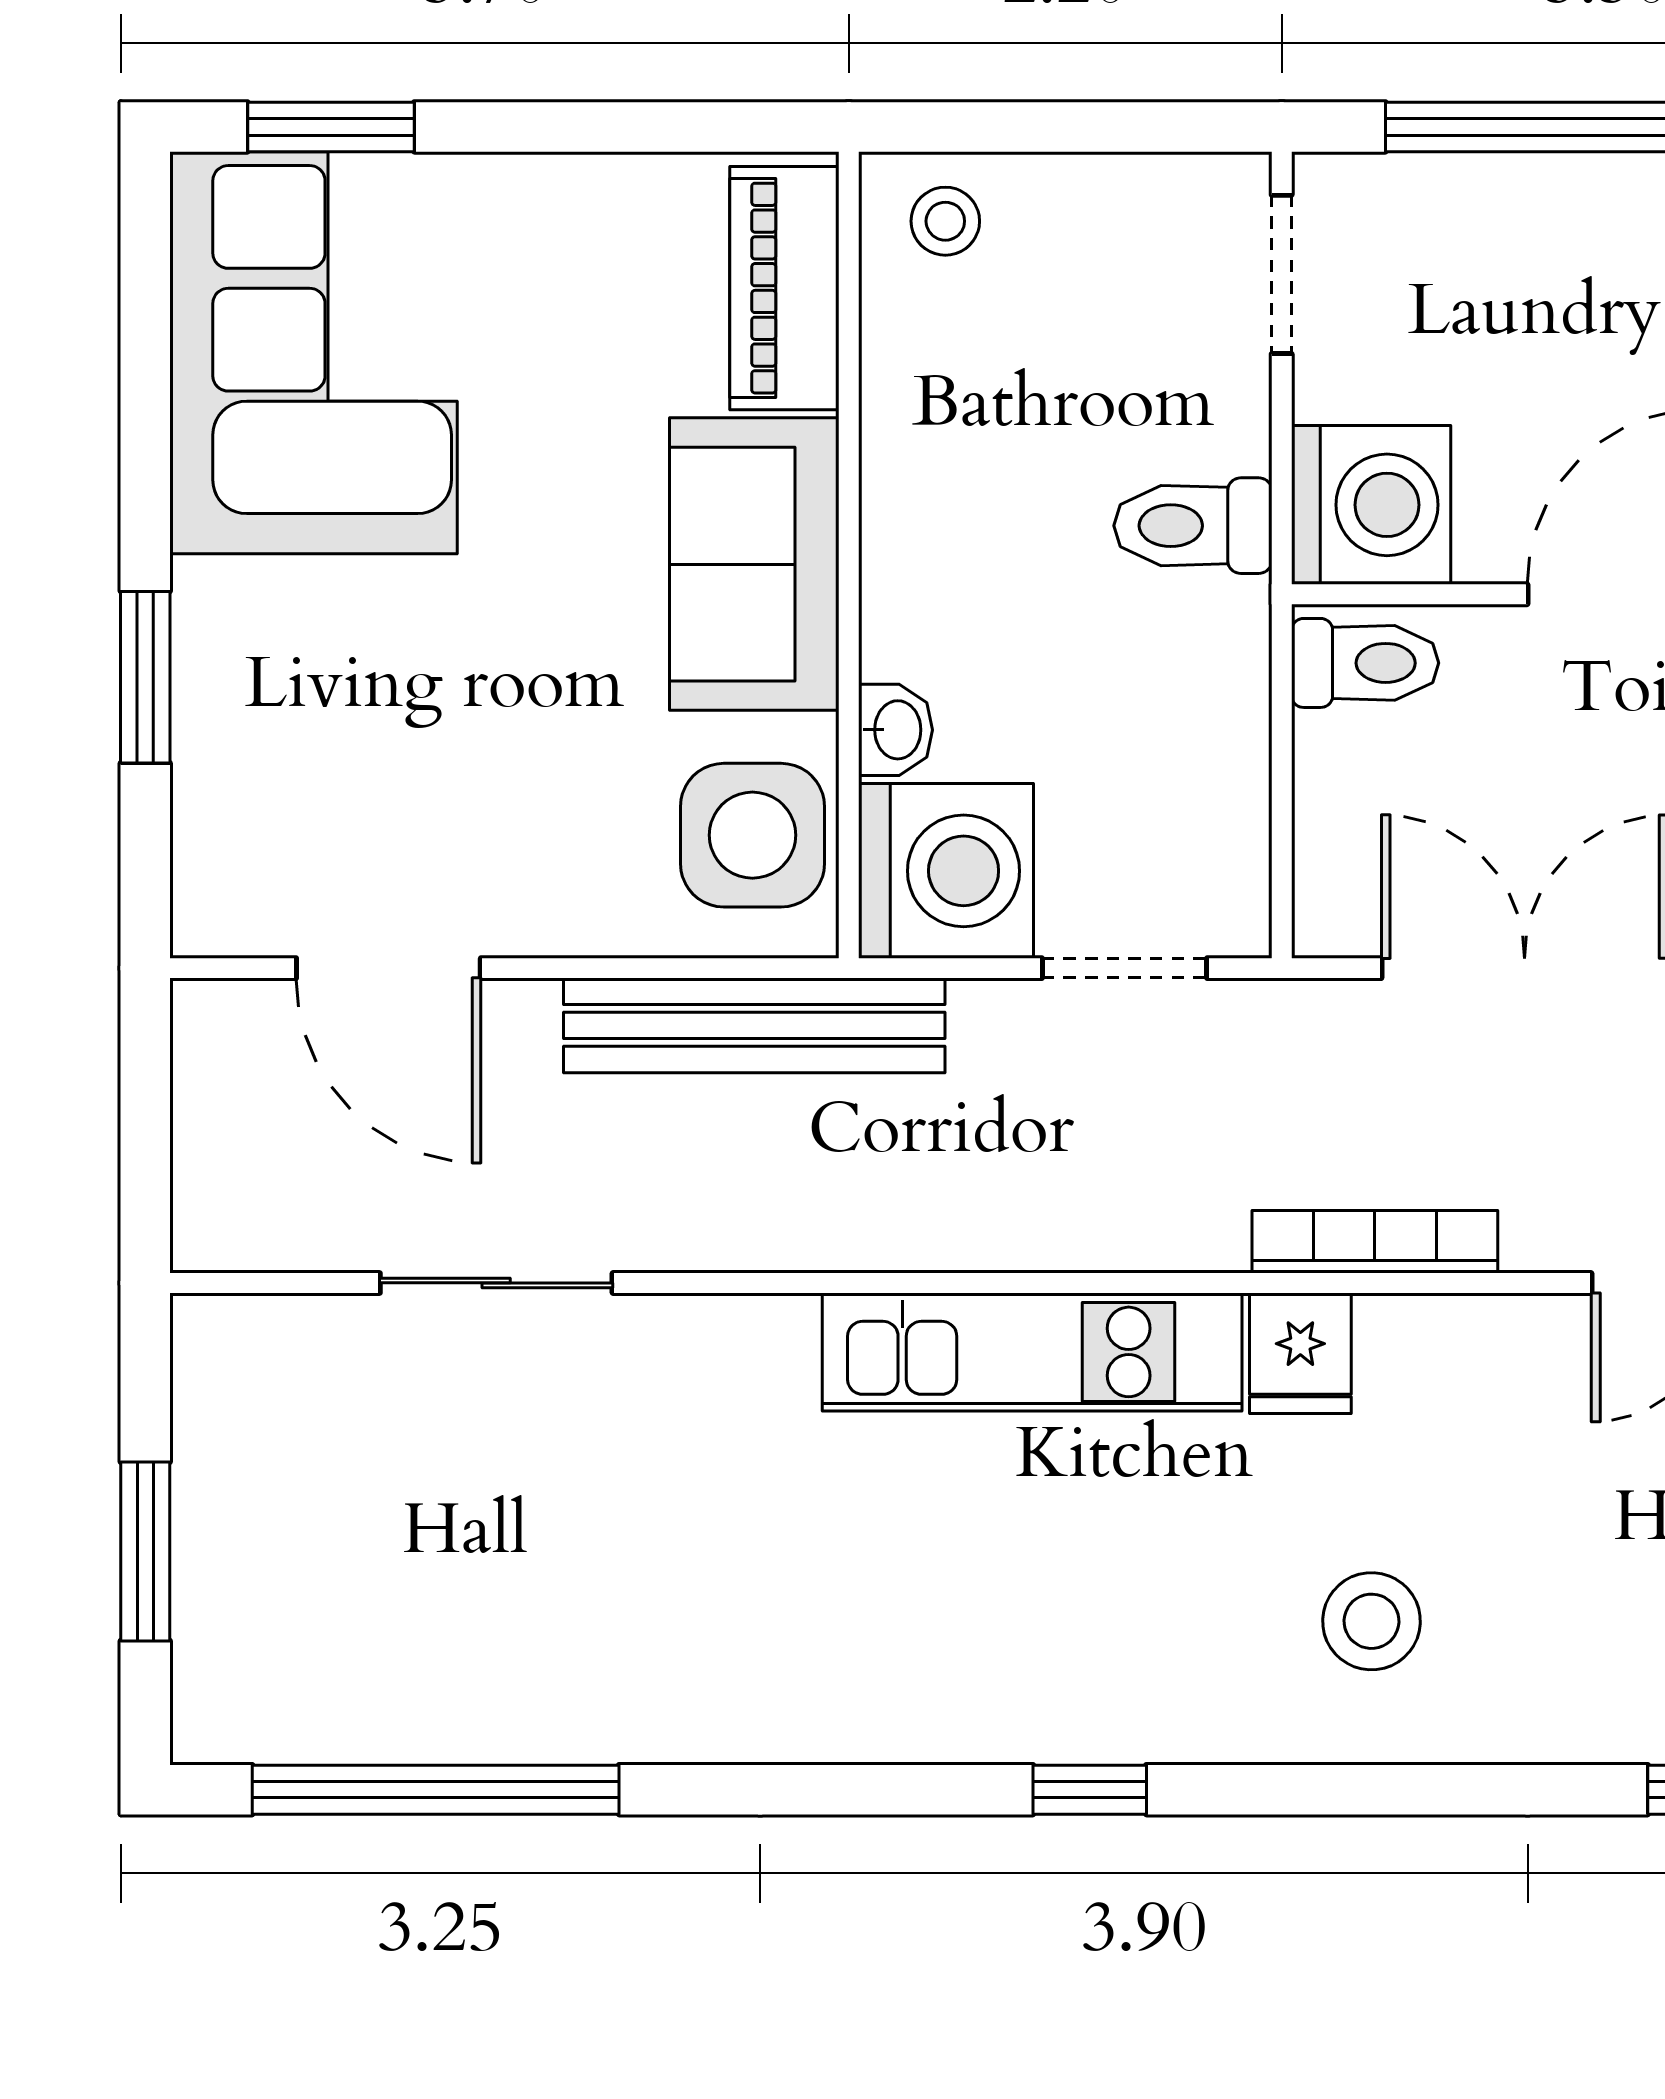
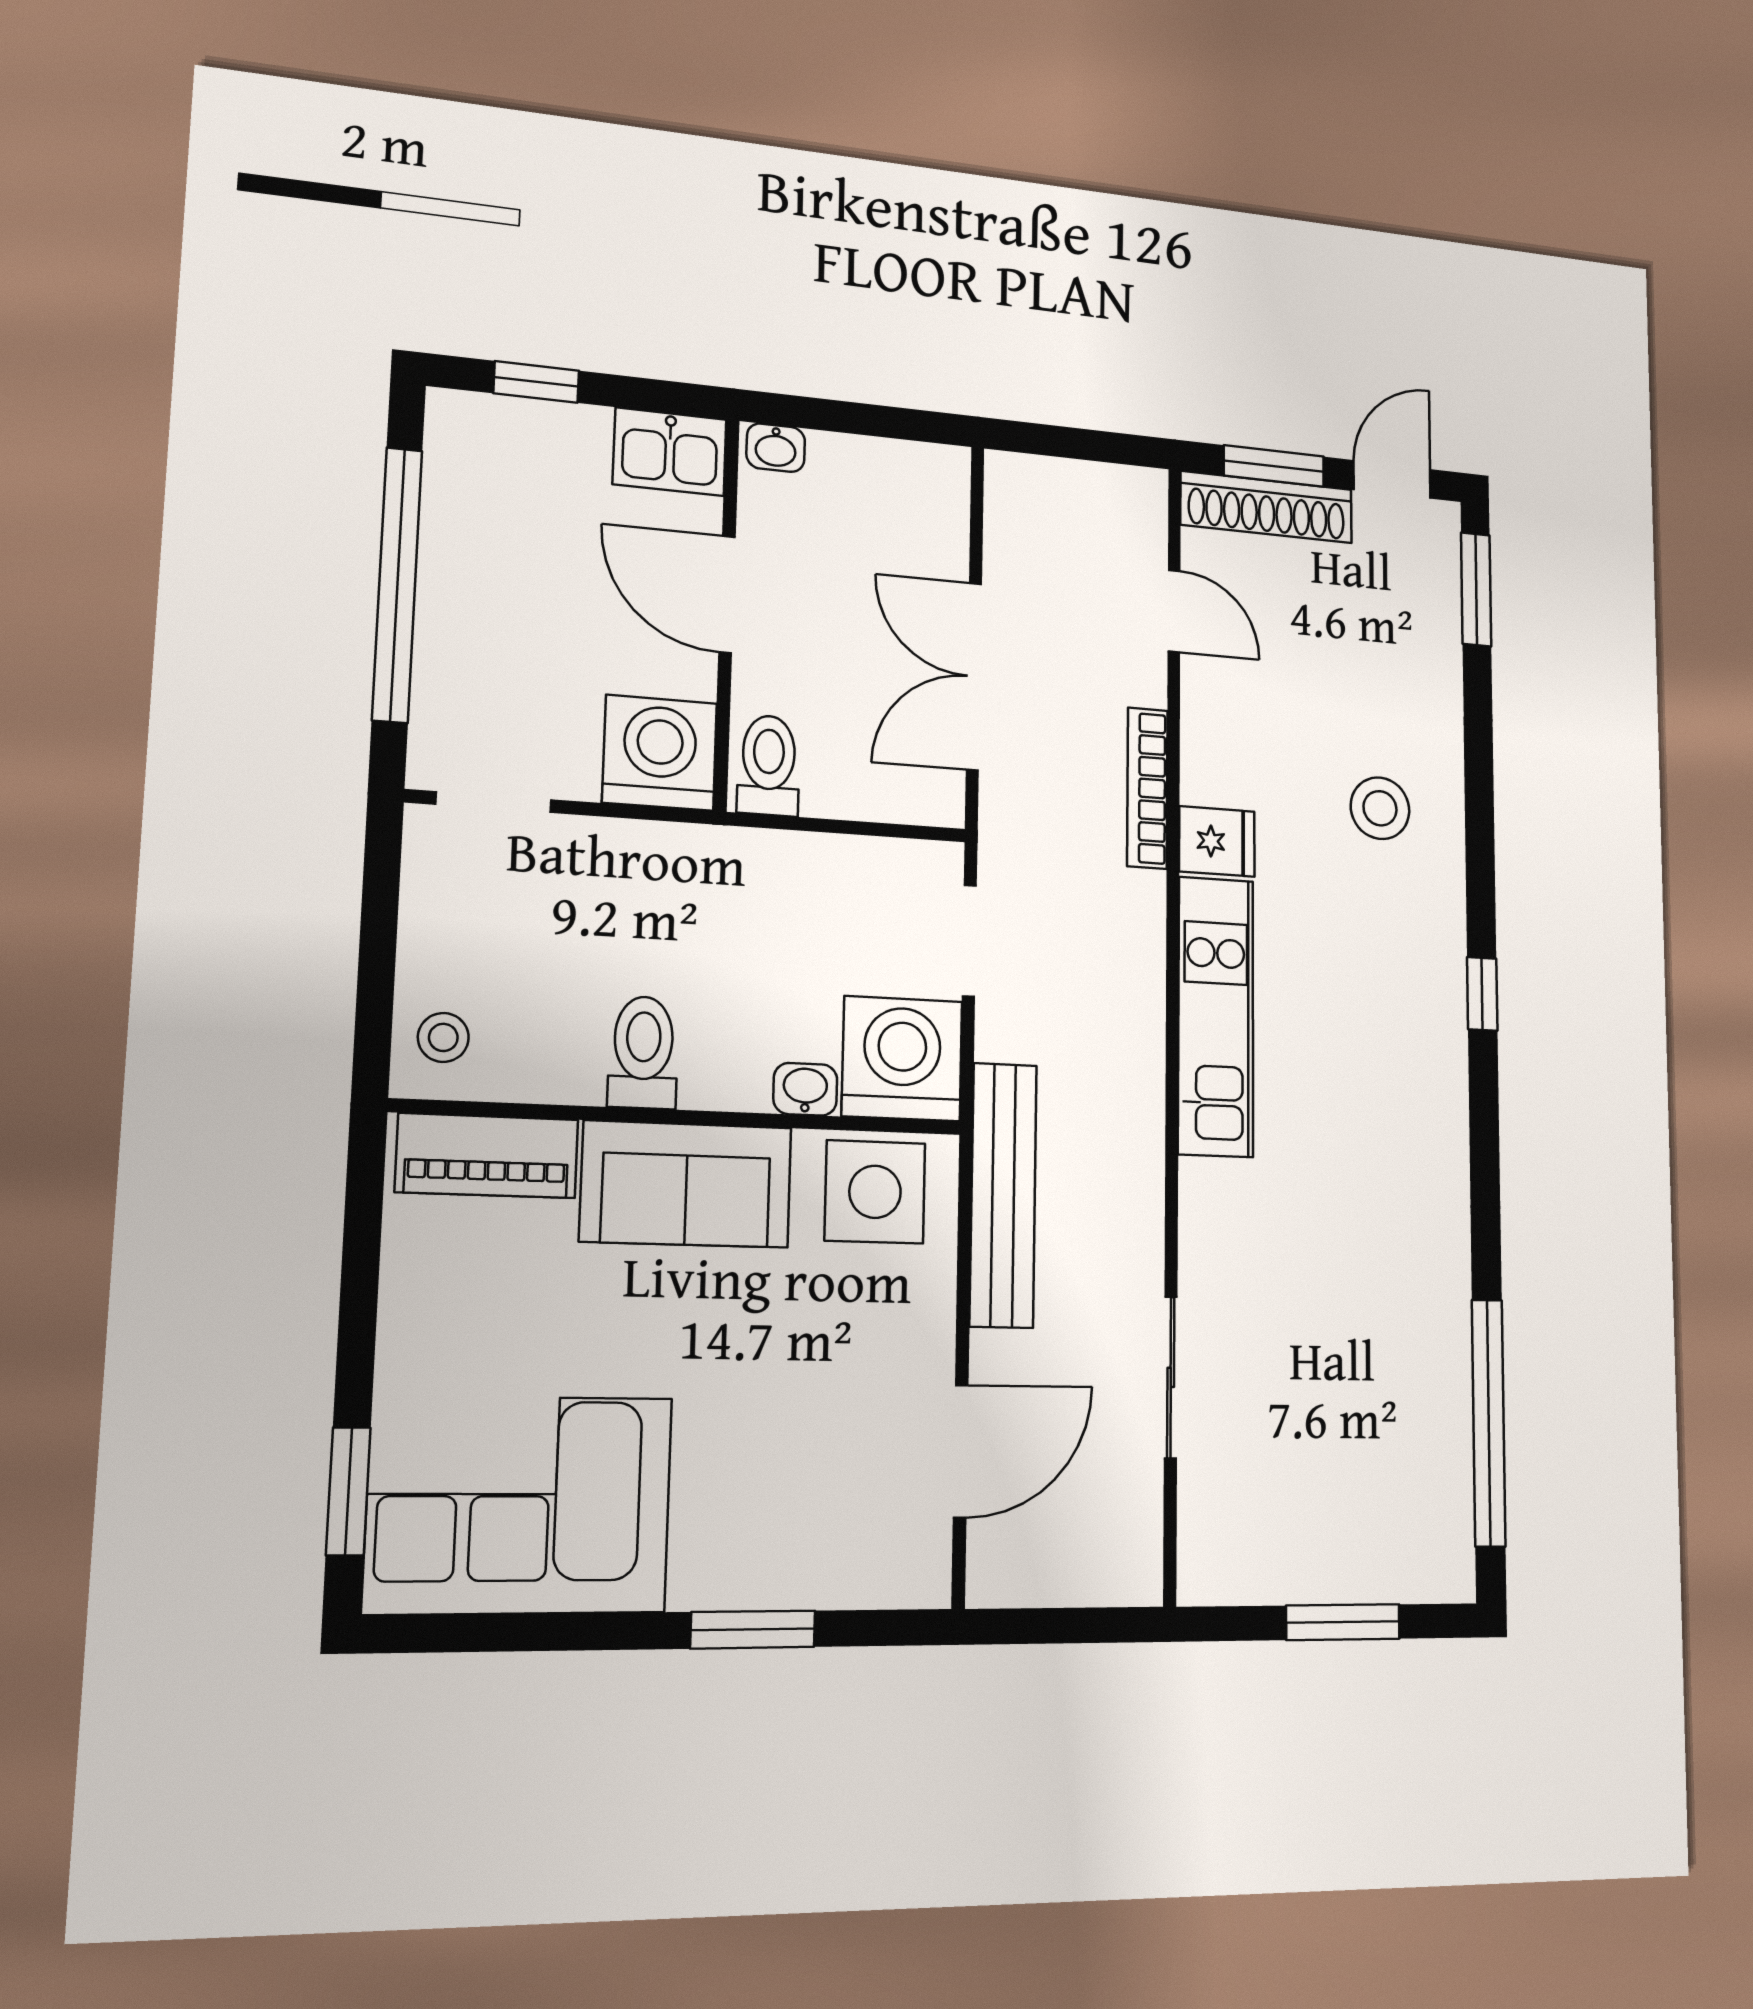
toilet: (1193, 526) -> (643, 1052), moved, turned 180

